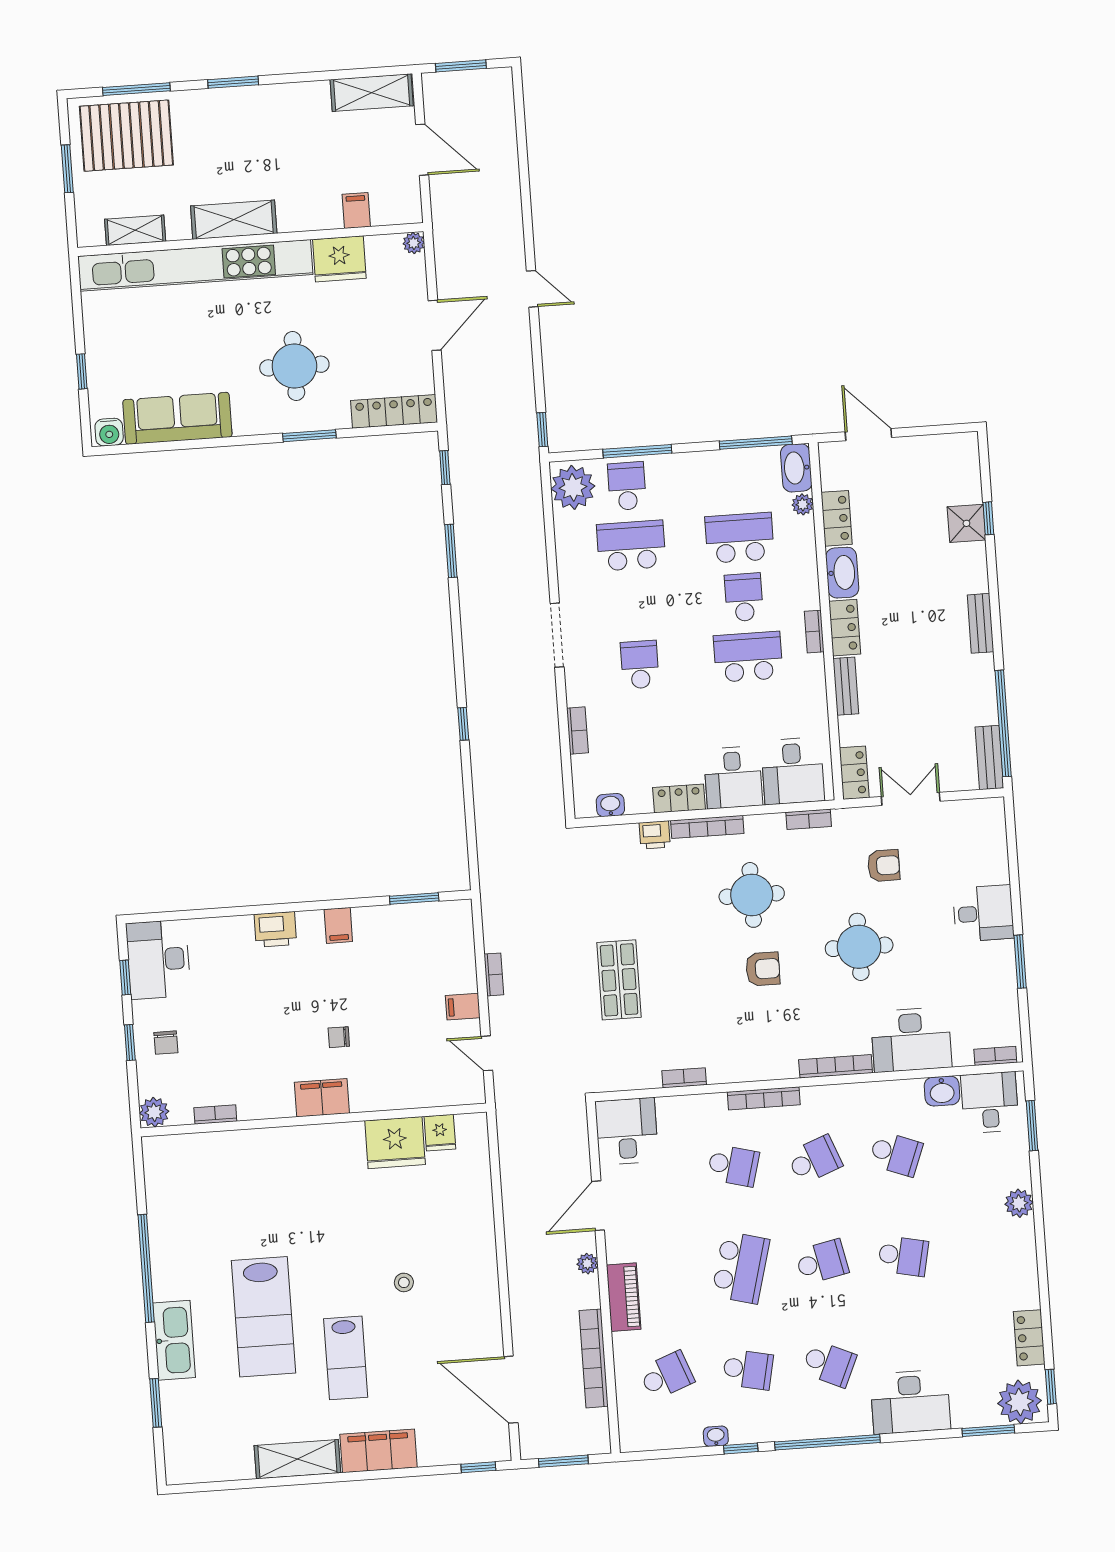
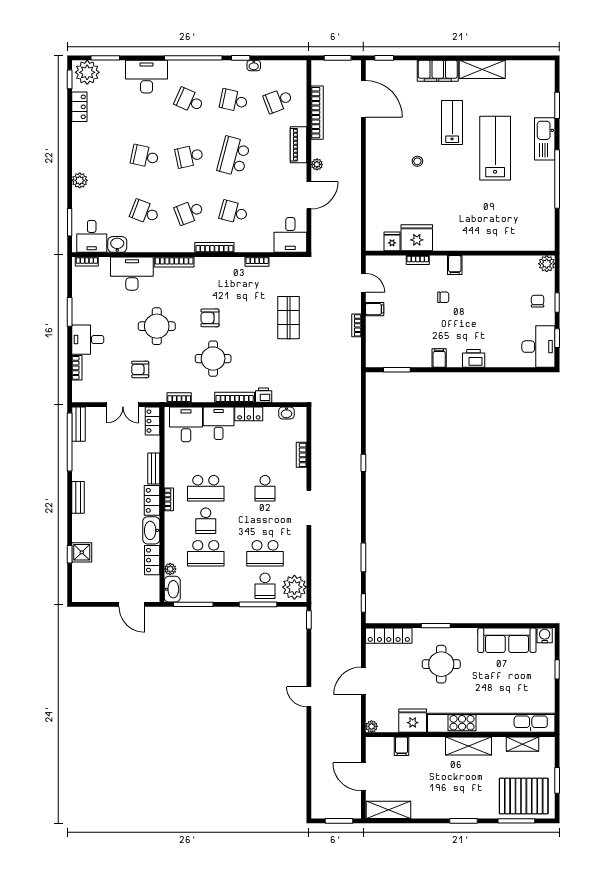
bookcase: (1000, 860) -> (77, 368), added
filing cabinet: (322, 1098) -> (455, 265), width x0.50
bookcase: (215, 1115) -> (418, 260), moved

